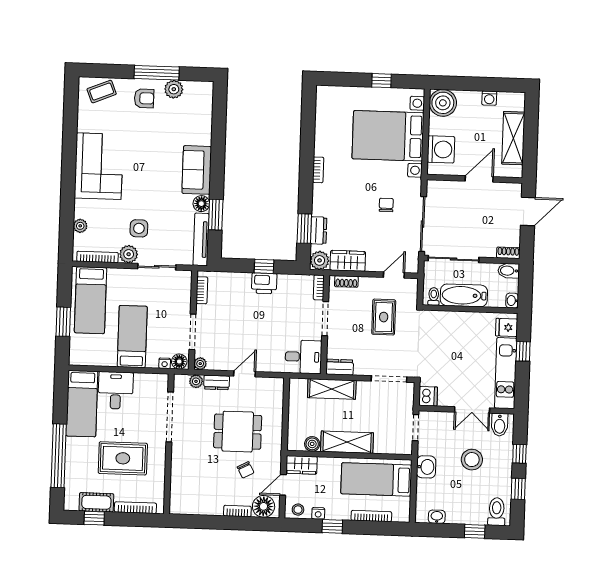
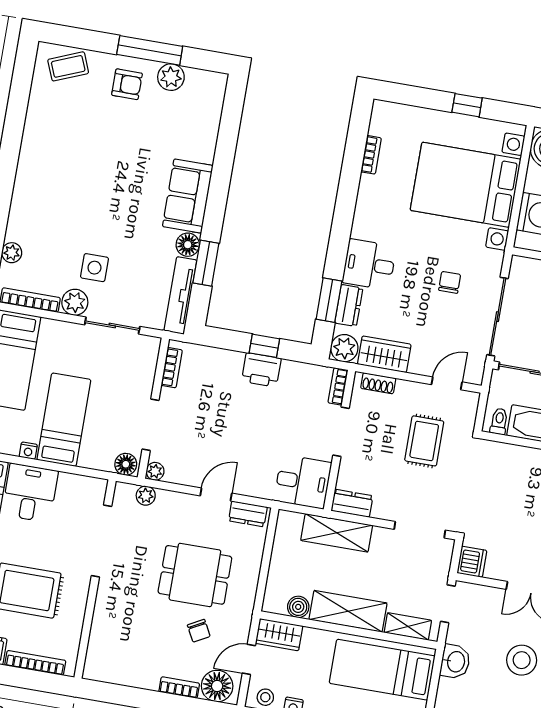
corner sofa: (99, 166) -> (49, 172), removed
bookcase: (318, 170) -> (371, 155), moved
desk: (329, 200) -> (369, 264), added
nightstand: (165, 363) -> (28, 451), moved
dresser: (217, 382) -> (248, 514), moved
shelving: (390, 447) -> (408, 626), added

